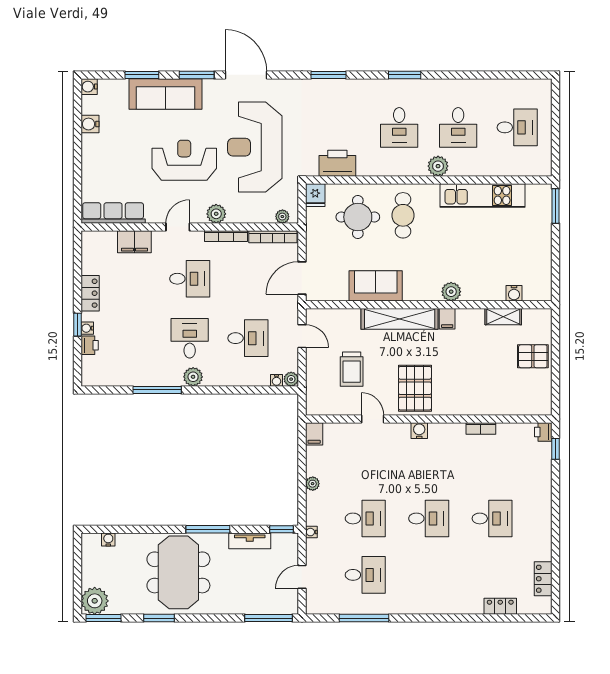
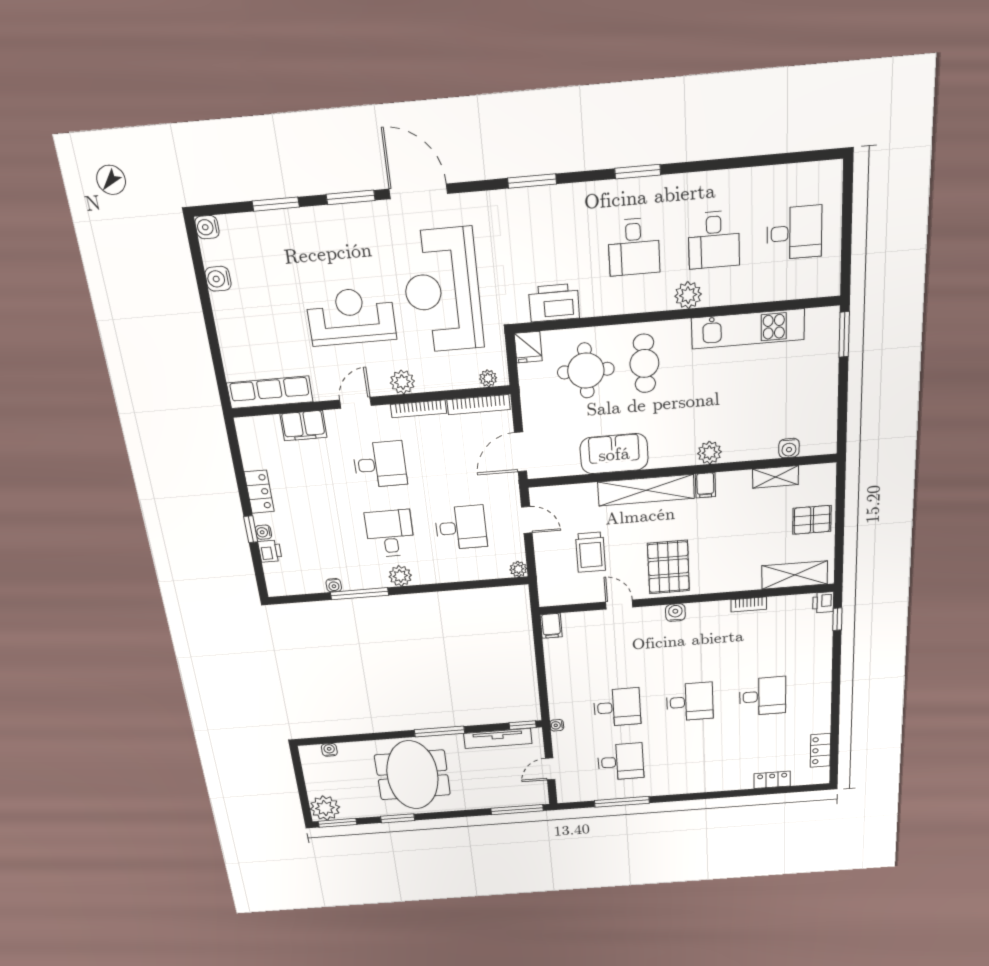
sofa: (166, 94) -> (312, 228), removed
water cooler: (276, 380) -> (334, 585), moved
shelving: (519, 404) -> (795, 575), added
plant: (313, 484) -> (554, 677), removed
tv unit: (250, 541) -> (498, 738), width x1.41

